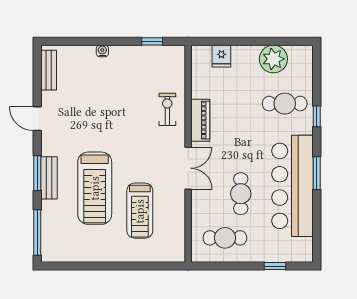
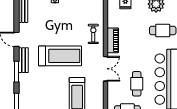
bench: (49, 178) -> (23, 60), moved
treadmill: (95, 188) -> (60, 56), moved, turned -90

